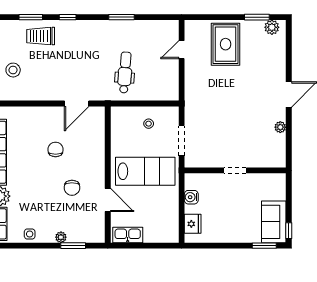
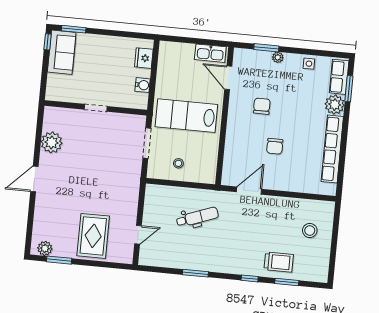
dental chair: (125, 72) -> (197, 217), turned -114
plant: (280, 127) -> (52, 142), width x1.87, depth x1.87
door: (108, 200) -> (228, 78), moved

